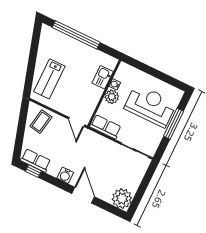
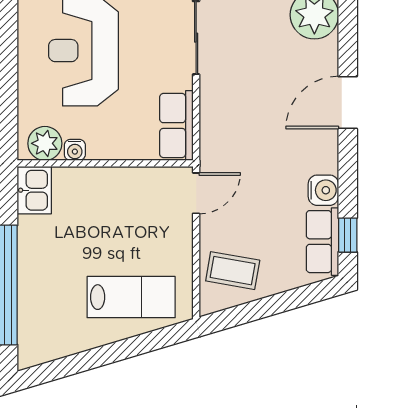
kitchen sink: (103, 77) -> (34, 190), moved, turned -90
plant: (112, 97) -> (45, 143), moved
water cooler: (65, 175) -> (323, 190), moved

